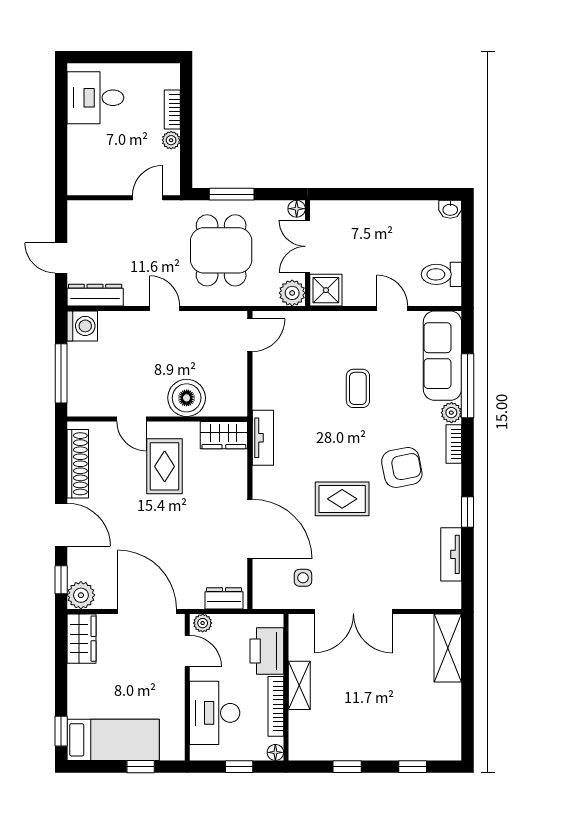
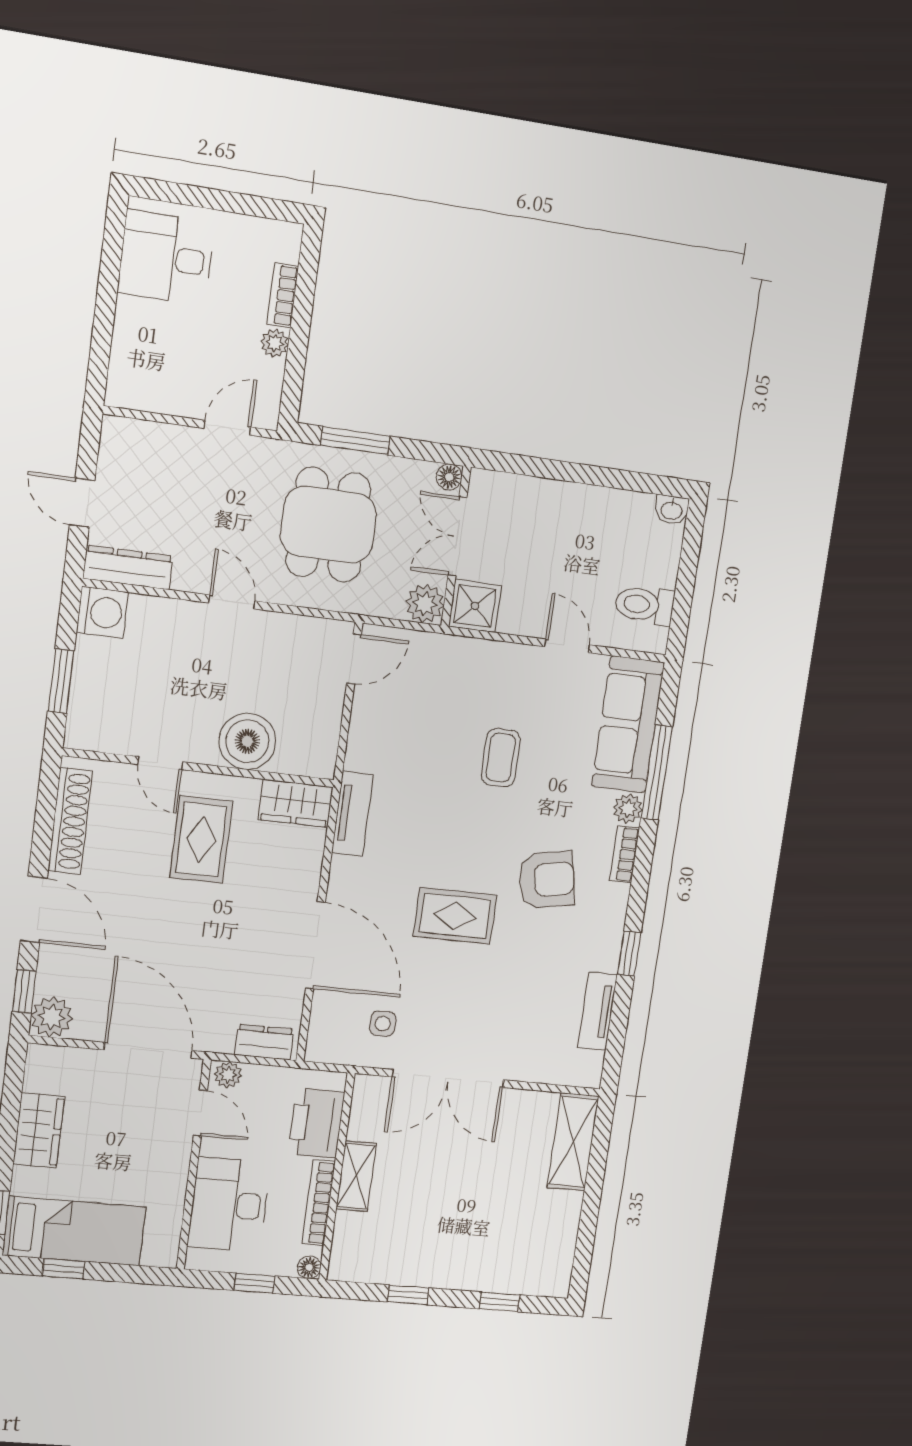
window: (61, 373) -> (61, 681), width x0.69
wardrobe: (81, 639) -> (39, 1130), moved
window: (141, 767) -> (64, 1269), moved

